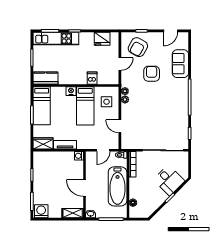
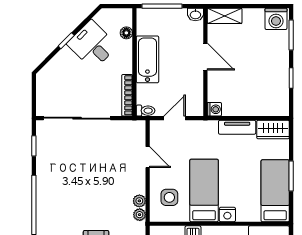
desk: (169, 180) -> (92, 45), moved
bathtub: (118, 186) -> (147, 59), width x0.73, depth x0.73

